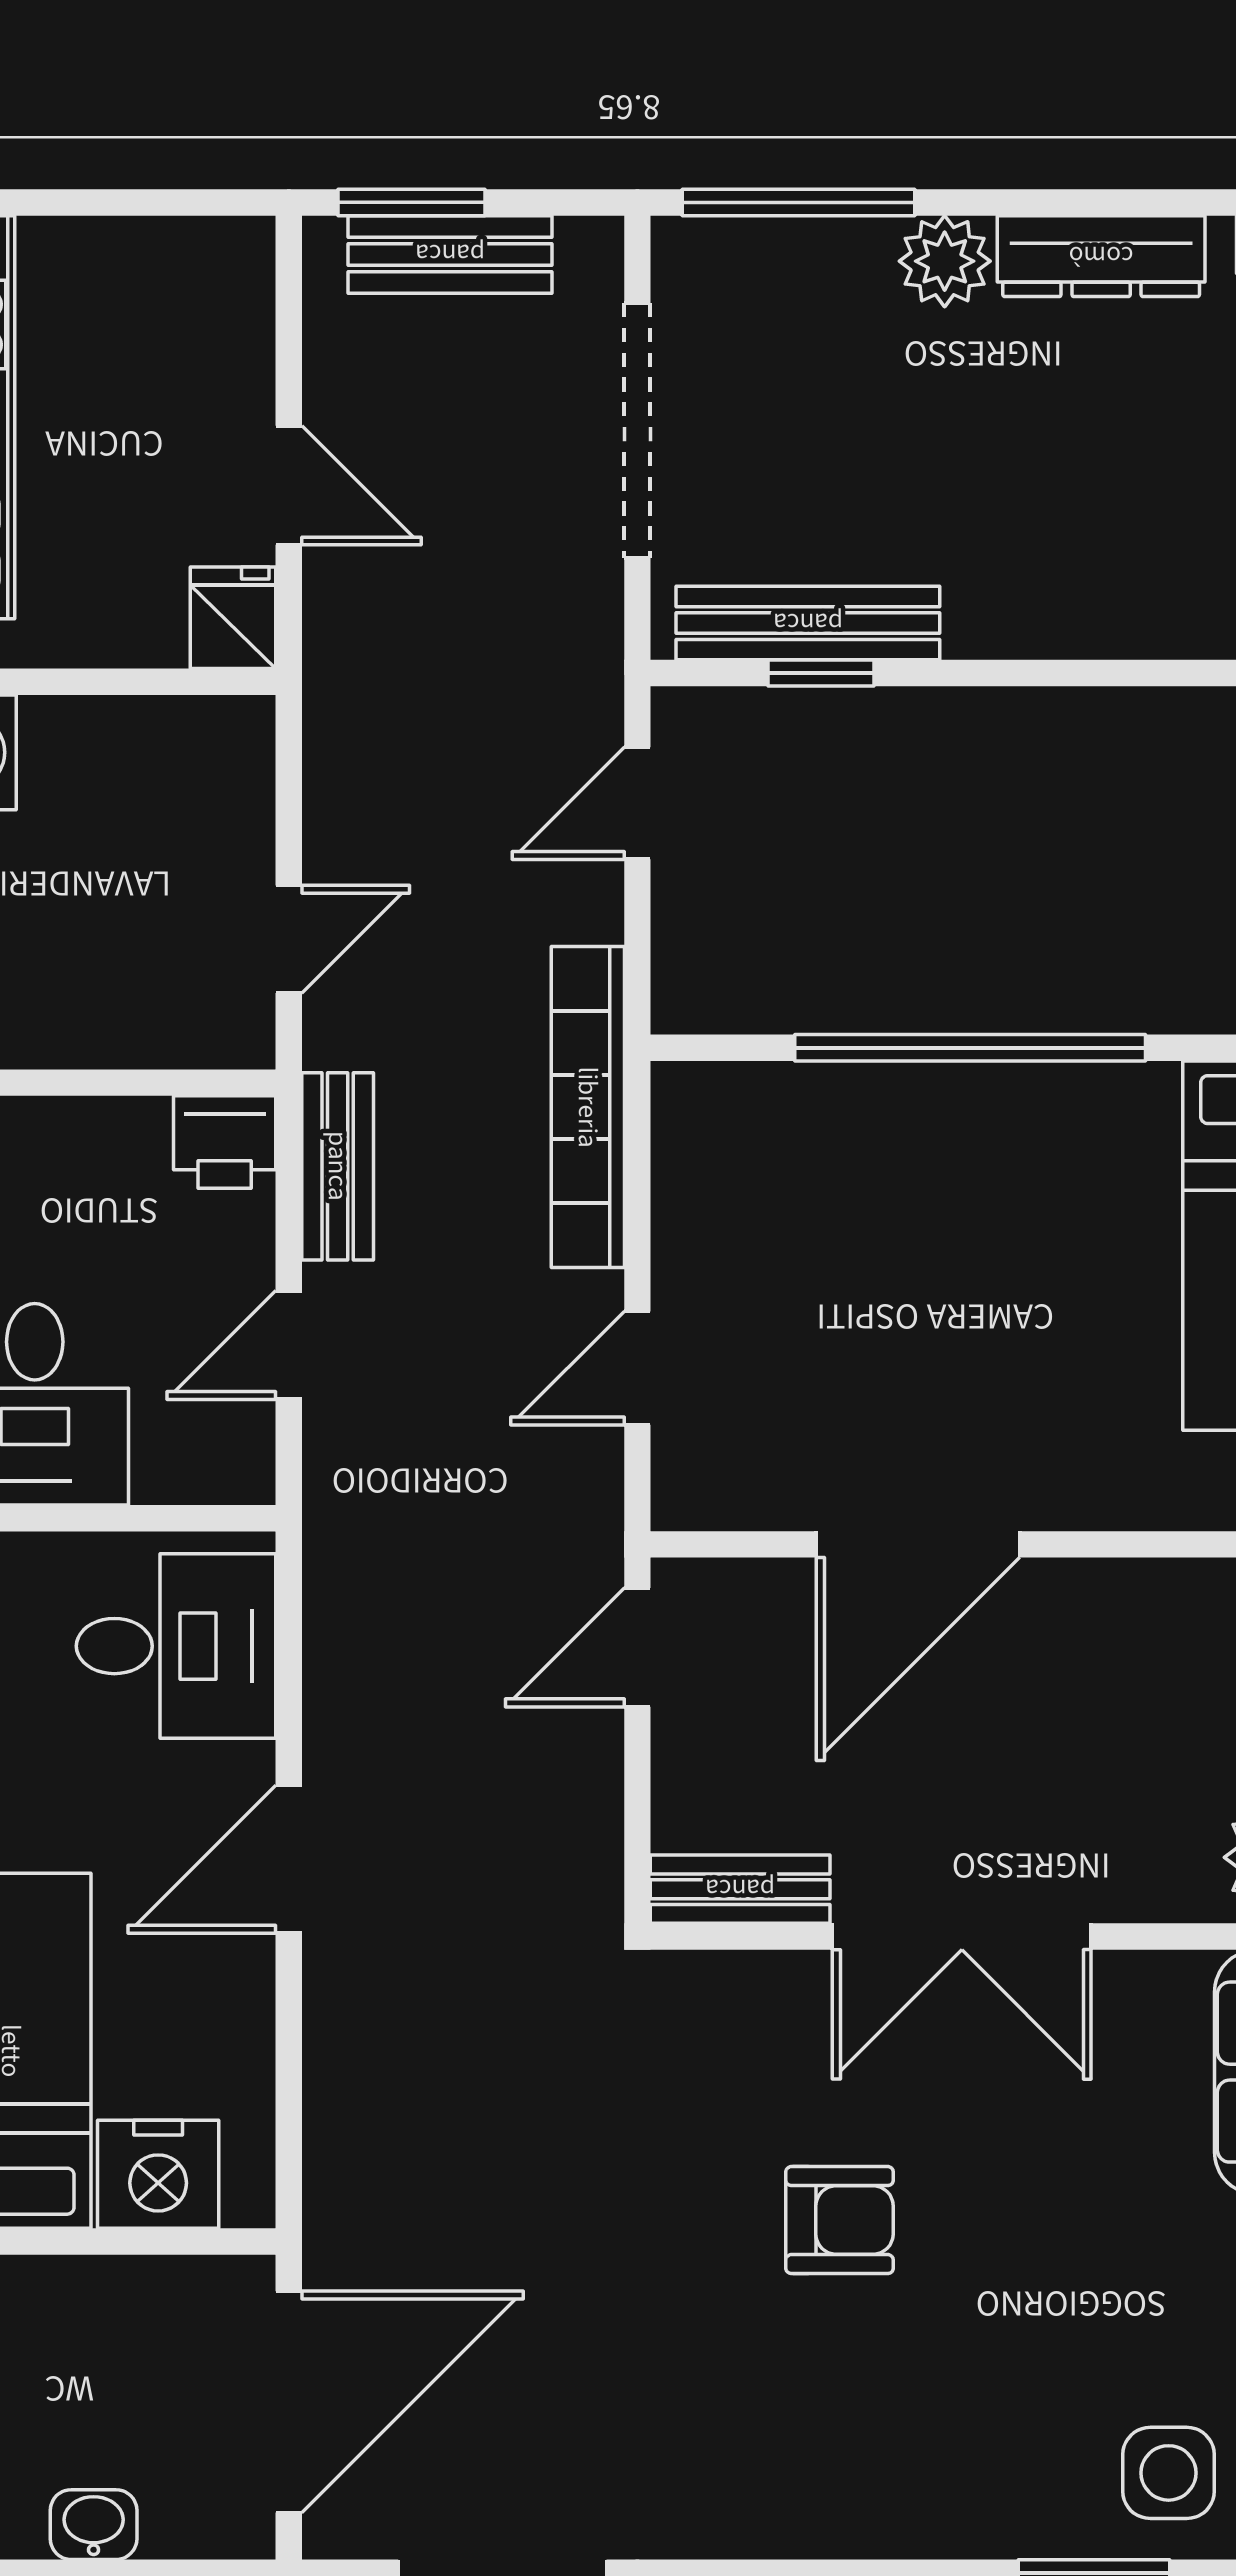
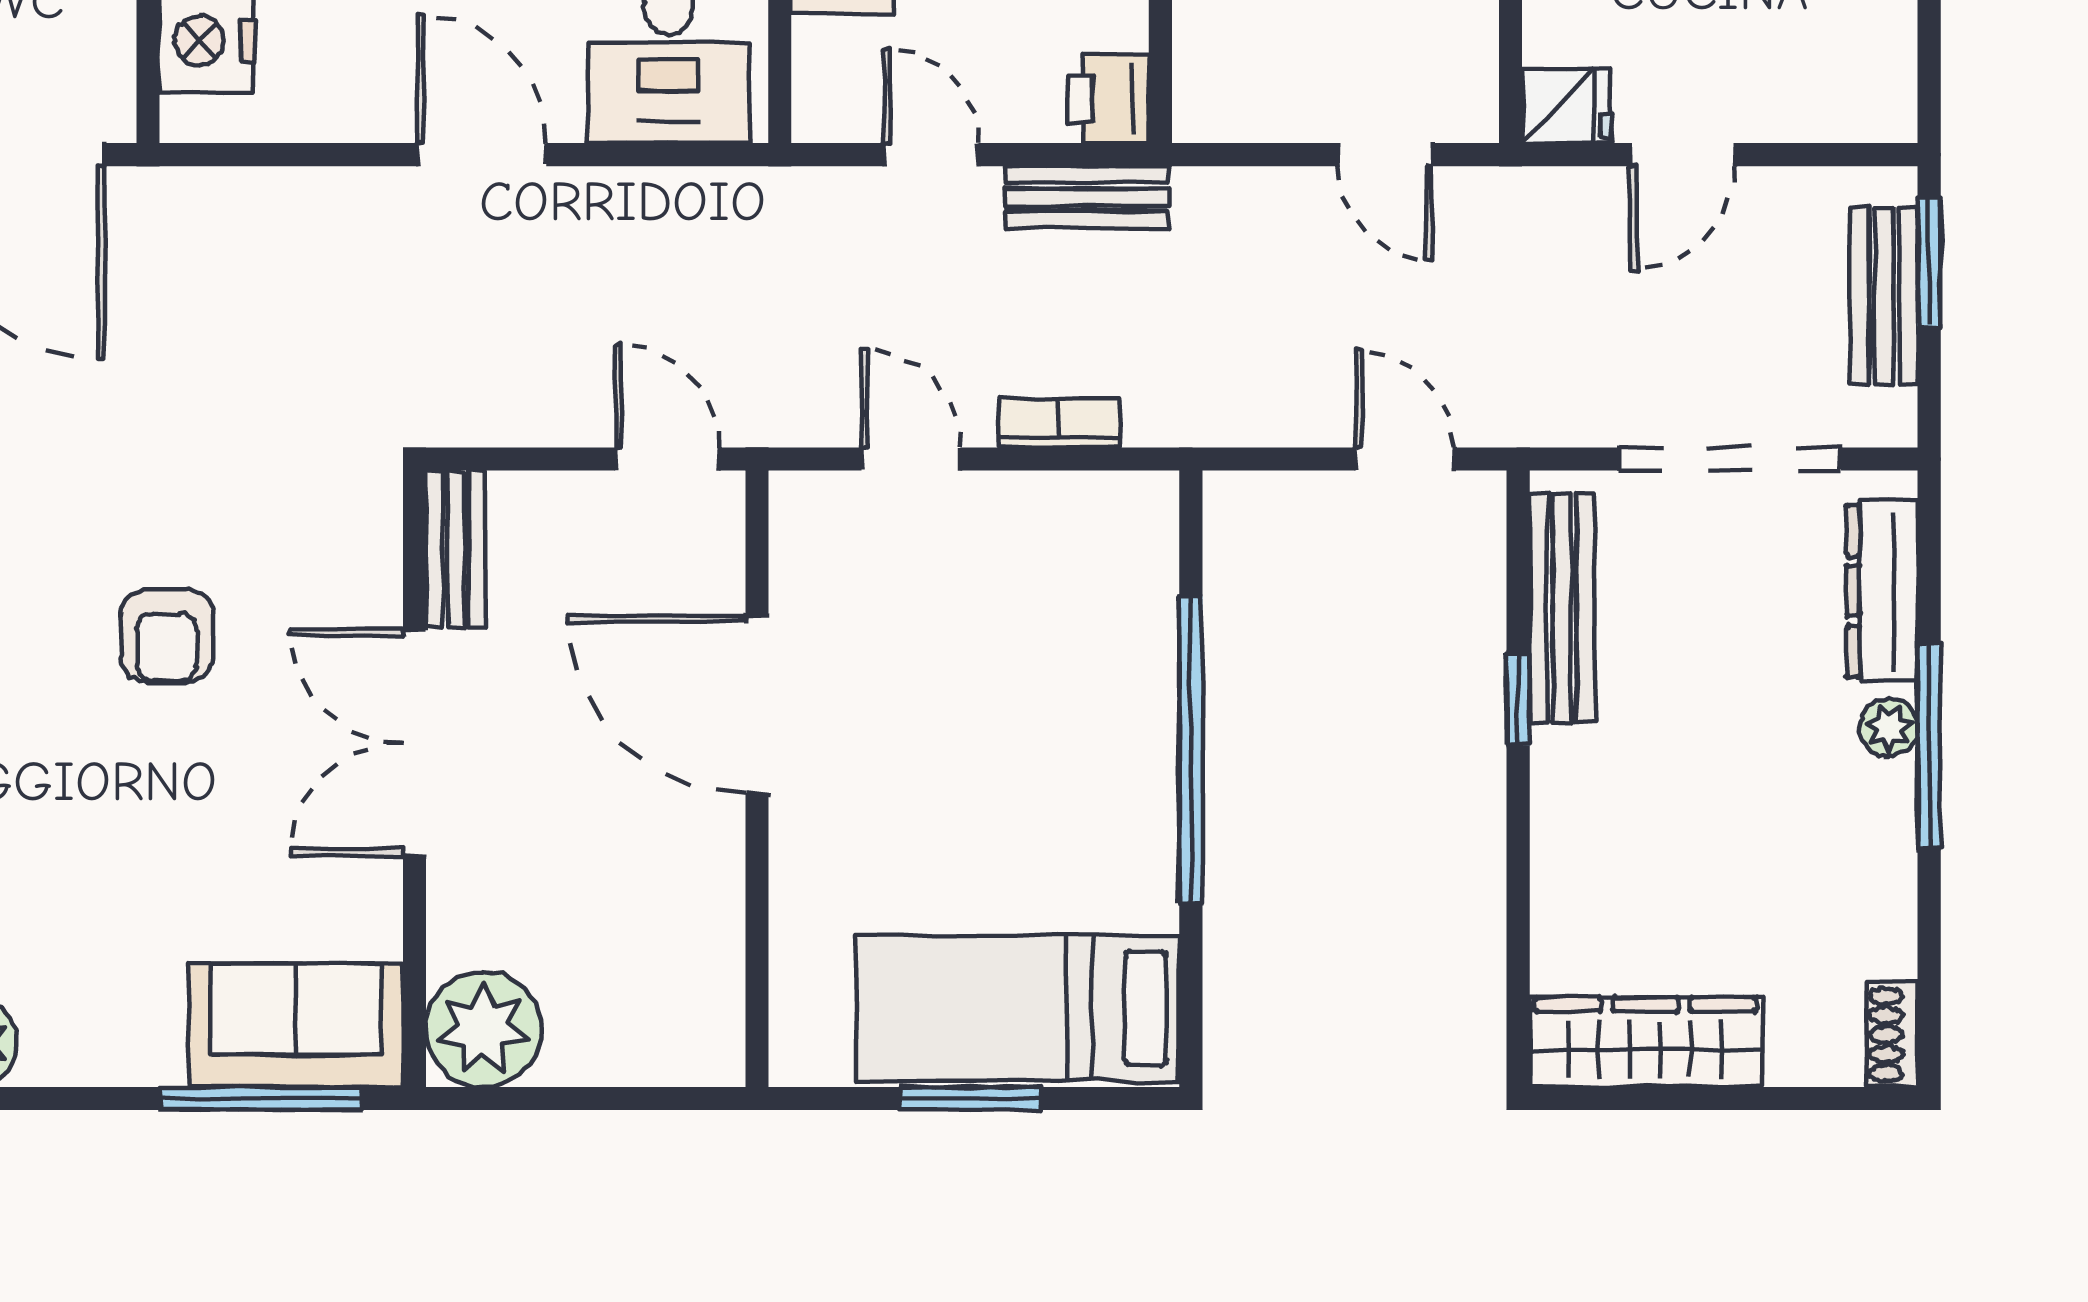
window: (798, 202) -> (1929, 747), moved
dresser: (1101, 256) -> (1882, 591), moved
plant: (945, 261) -> (1889, 728), width x0.73, depth x0.73
window: (821, 673) -> (1518, 699), moved
door: (289, 939) -> (1385, 155), moved
bookcase: (588, 1107) -> (1059, 423), width x0.43, depth x0.76

